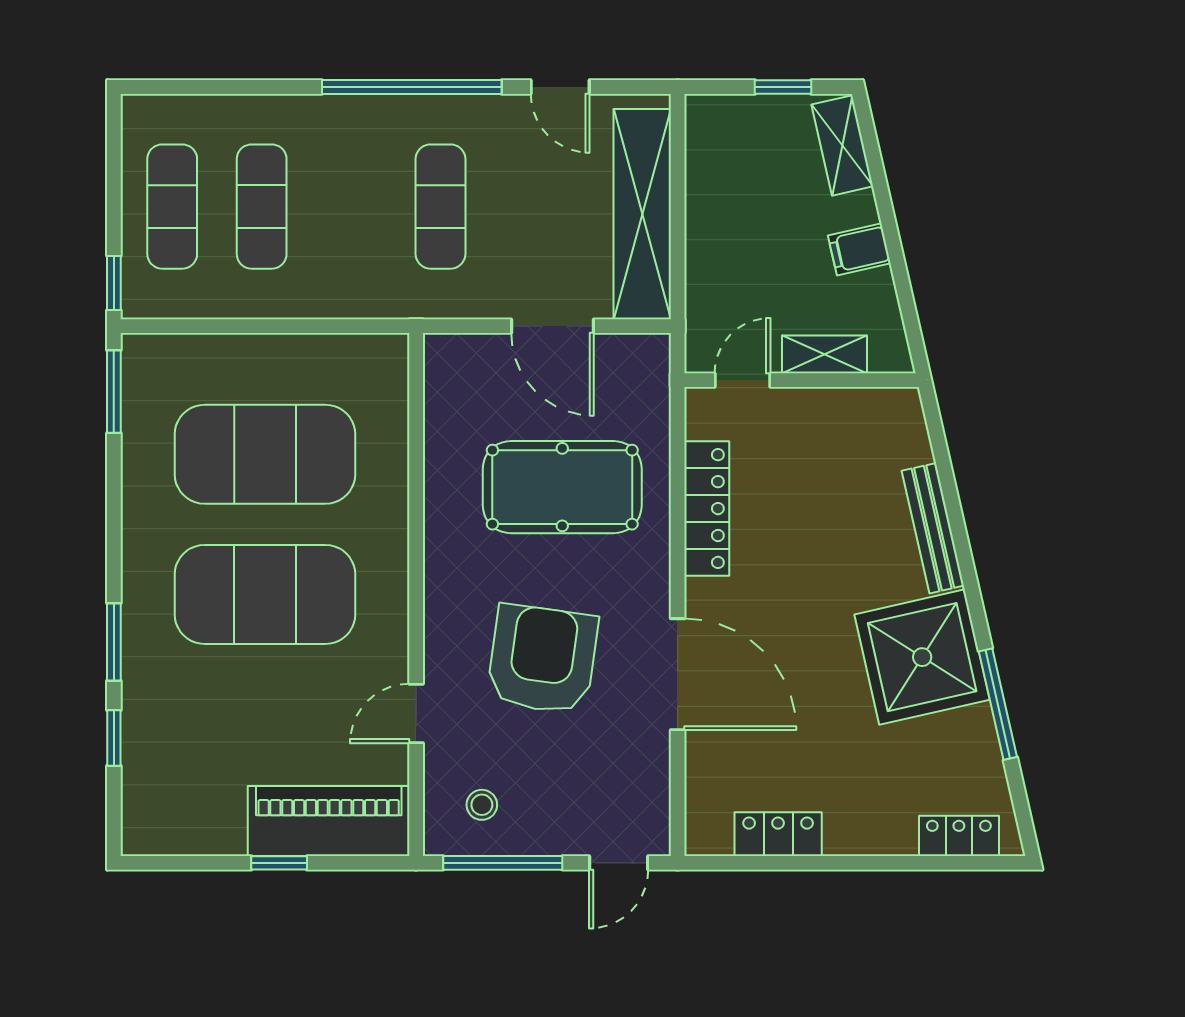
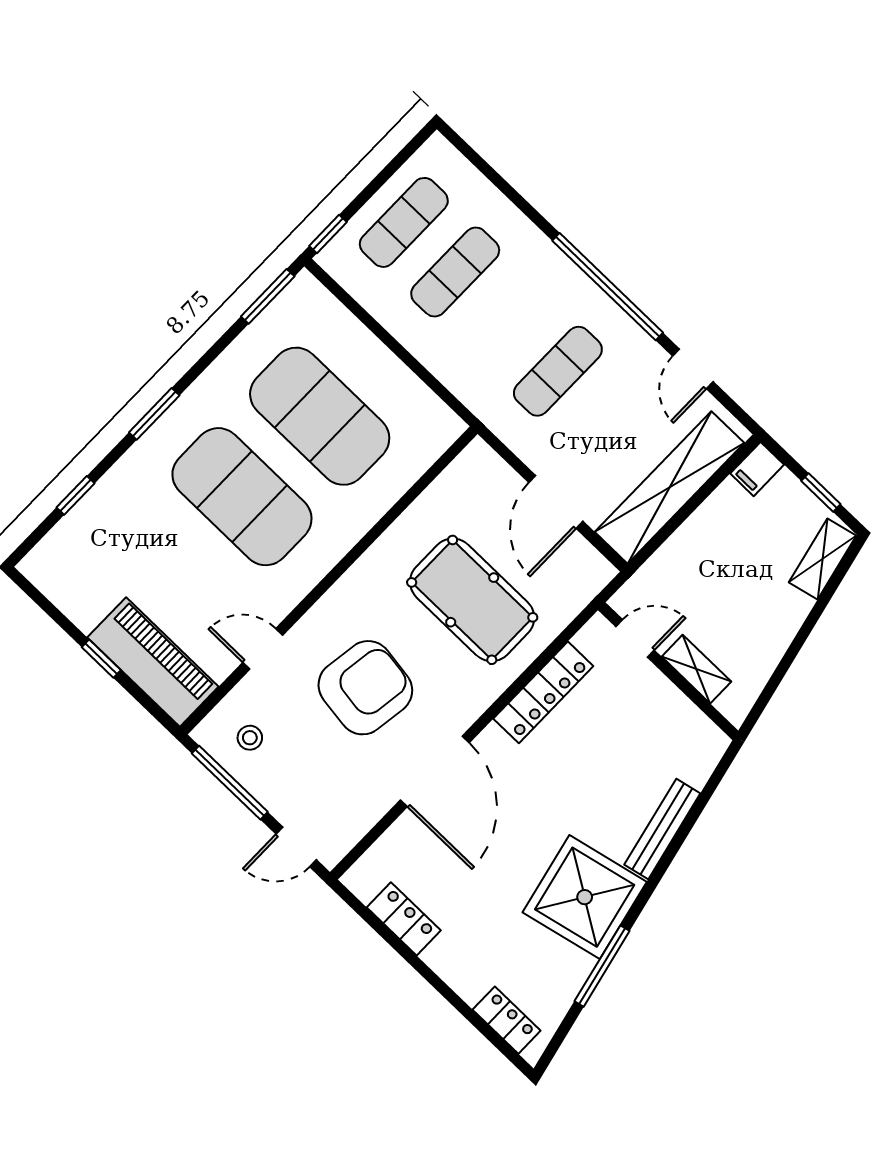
filing cabinet: (859, 249) -> (757, 469), moved, turned -77
window: (114, 642) -> (154, 414), moved

